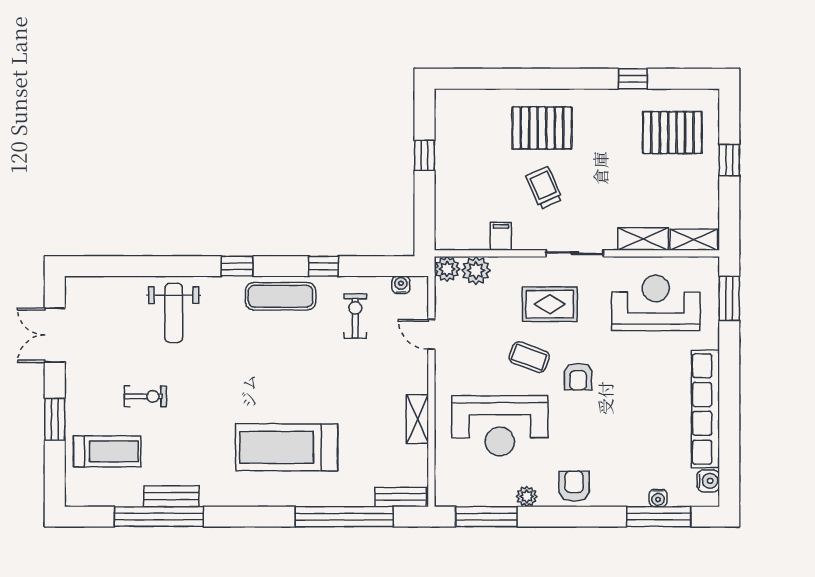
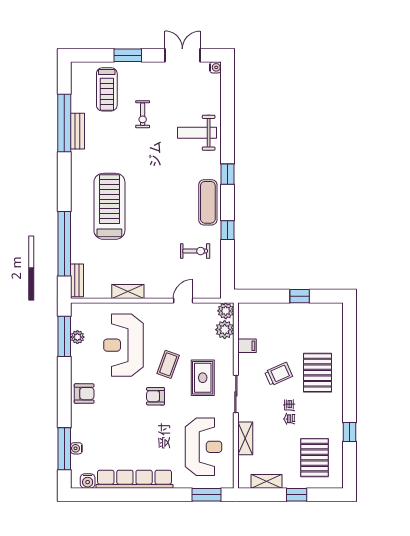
shelving: (694, 240) -> (266, 481), moved, turned 90
water cooler: (401, 285) -> (215, 67), moved
plant: (527, 496) -> (77, 337), moved

